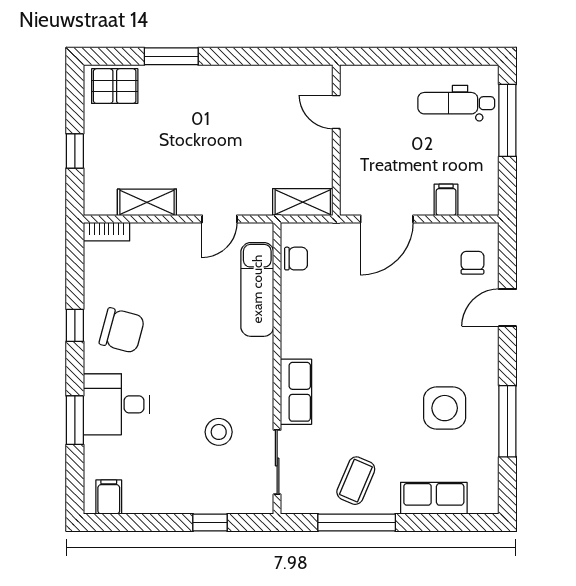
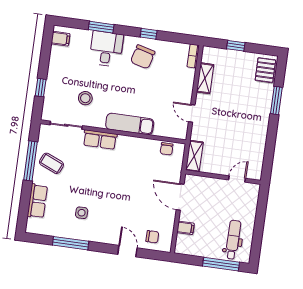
exam couch: (257, 289) -> (130, 124), moved
side table: (445, 408) -> (82, 213), width x0.54, depth x0.54

